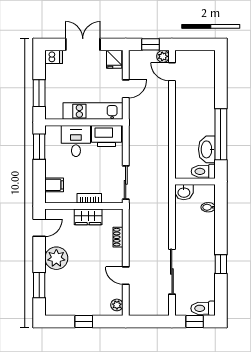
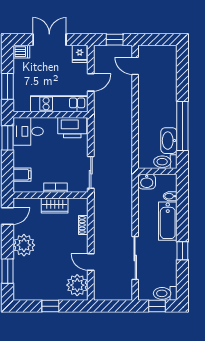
plant: (163, 56) -> (126, 51), removed
desk: (76, 141) -> (28, 131), moved, turned -90
bathtub: (206, 233) -> (168, 221), added
plant: (117, 305) -> (77, 285), width x1.88, depth x1.88

